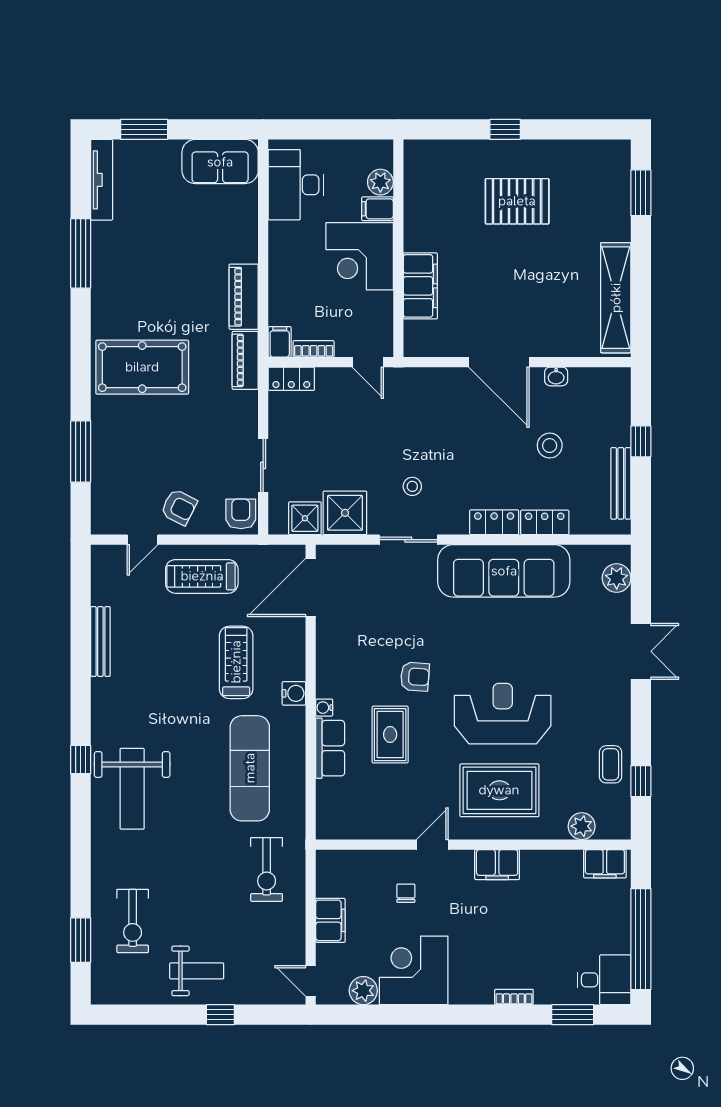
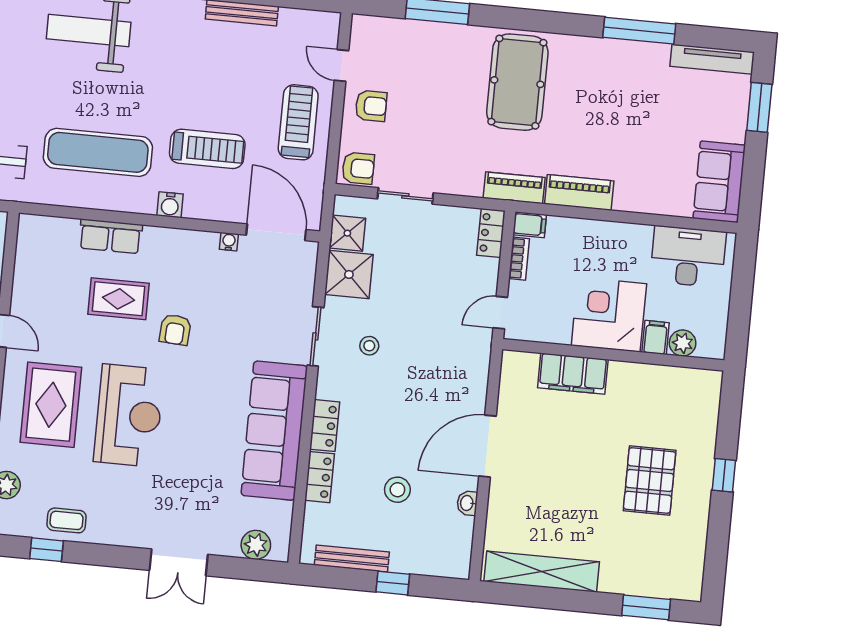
armchair: (179, 507) -> (371, 106), turned -117
water cooler: (324, 708) -> (229, 242), moved

